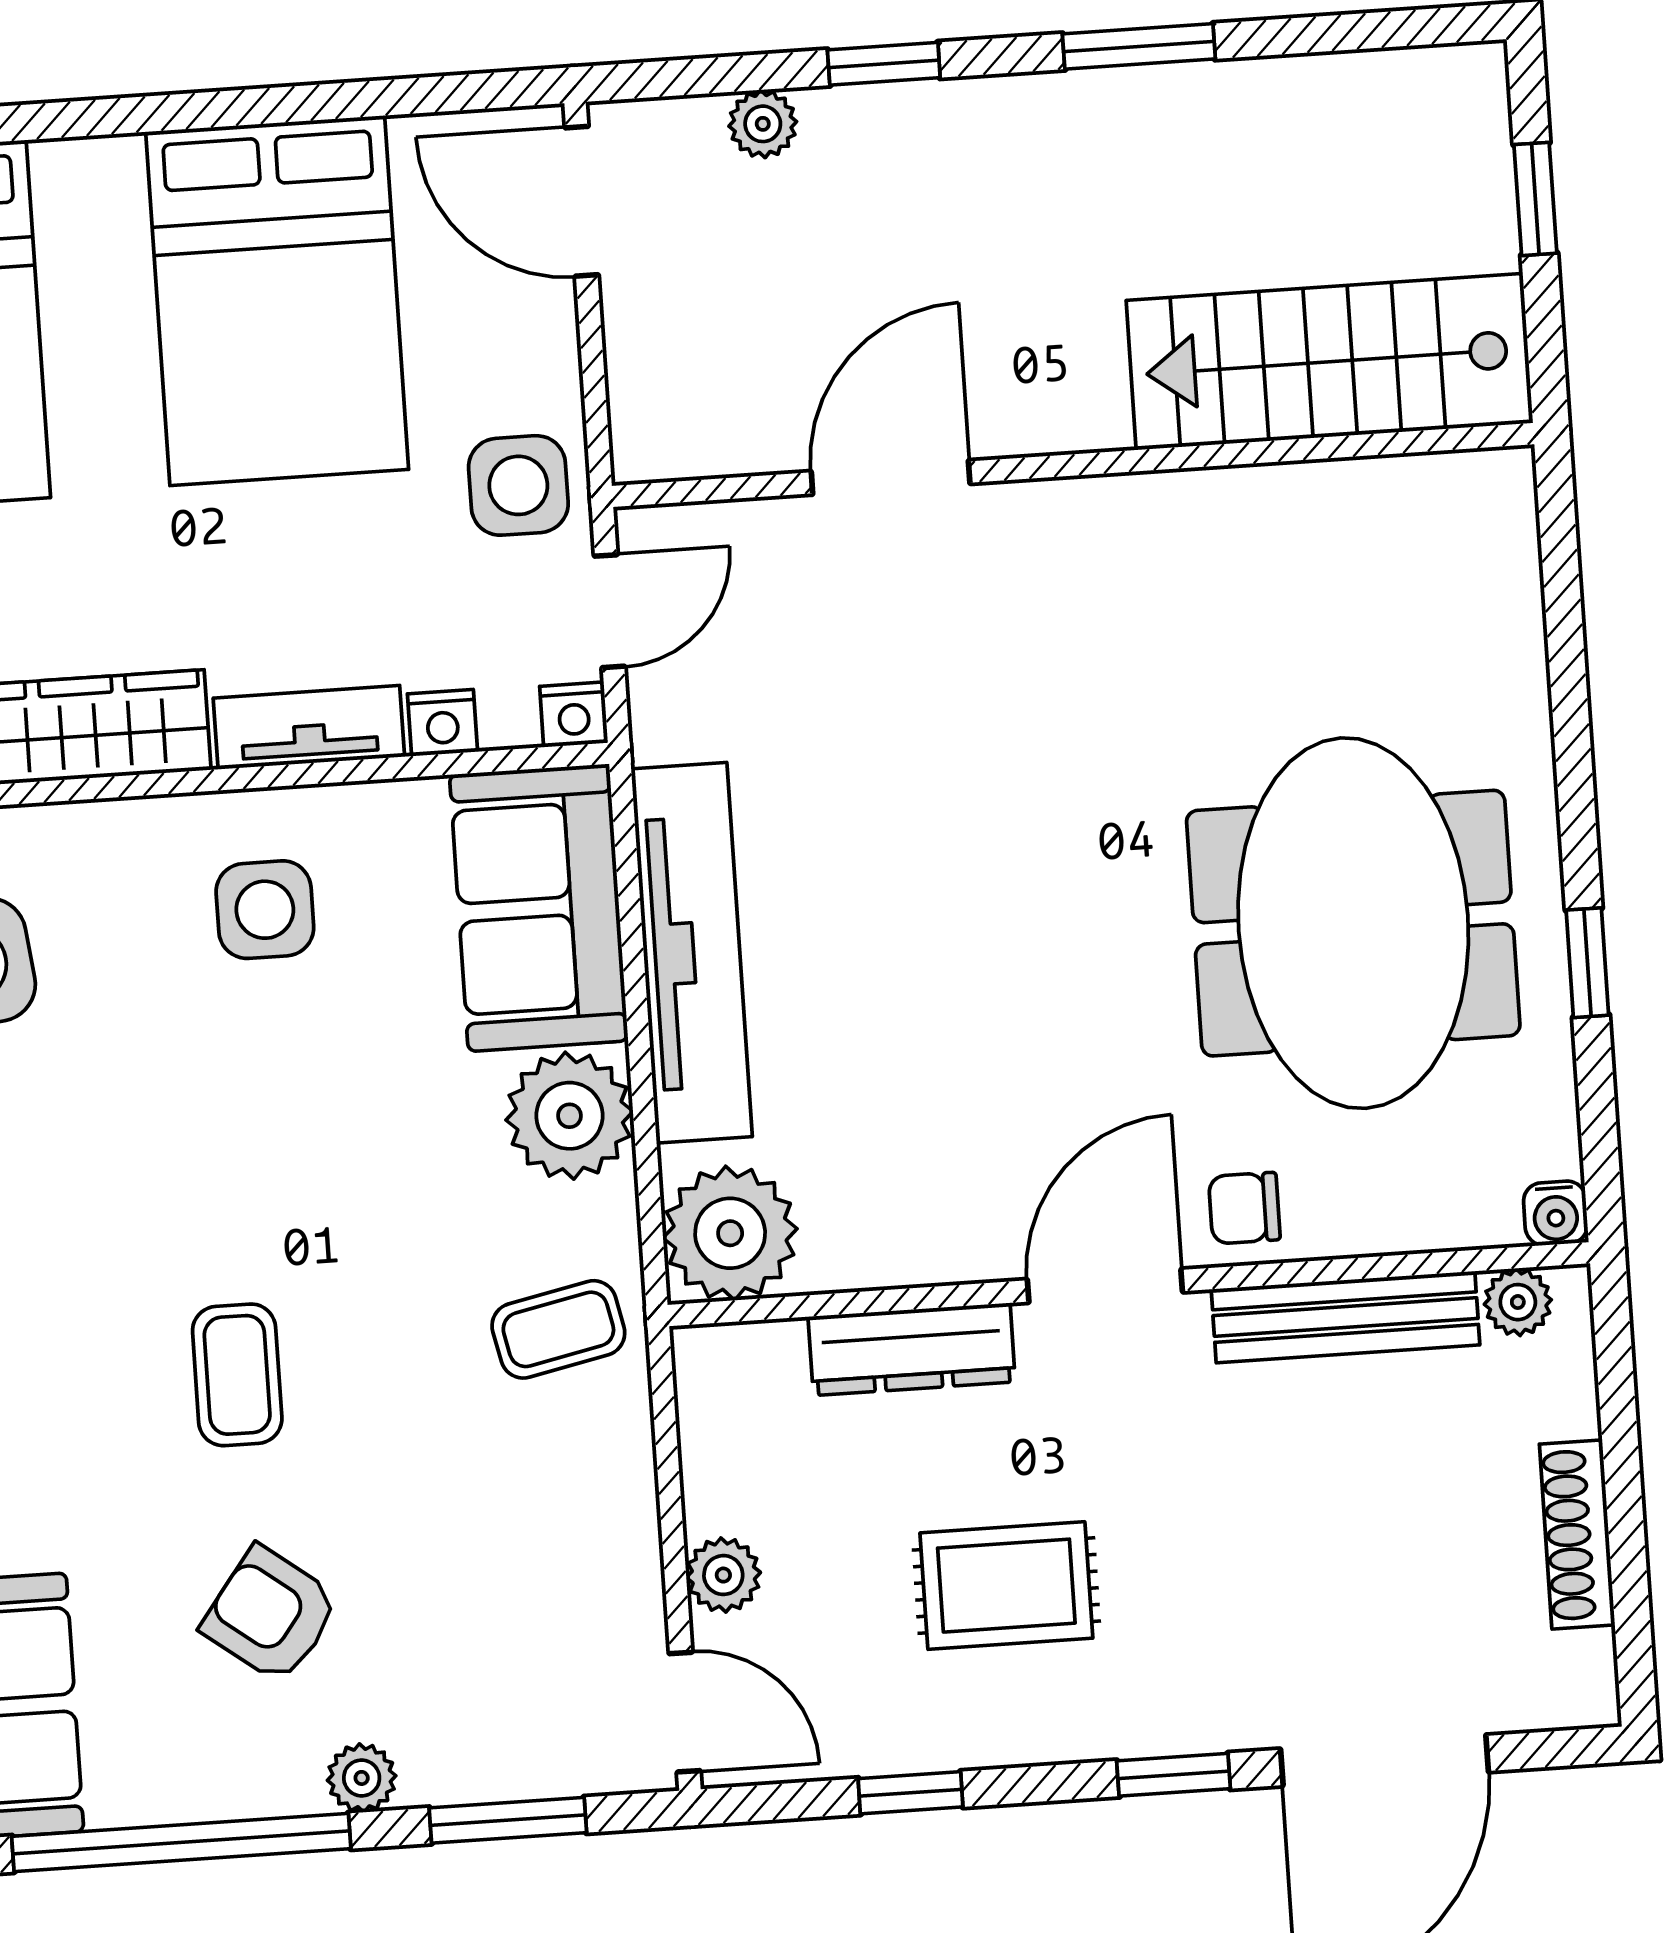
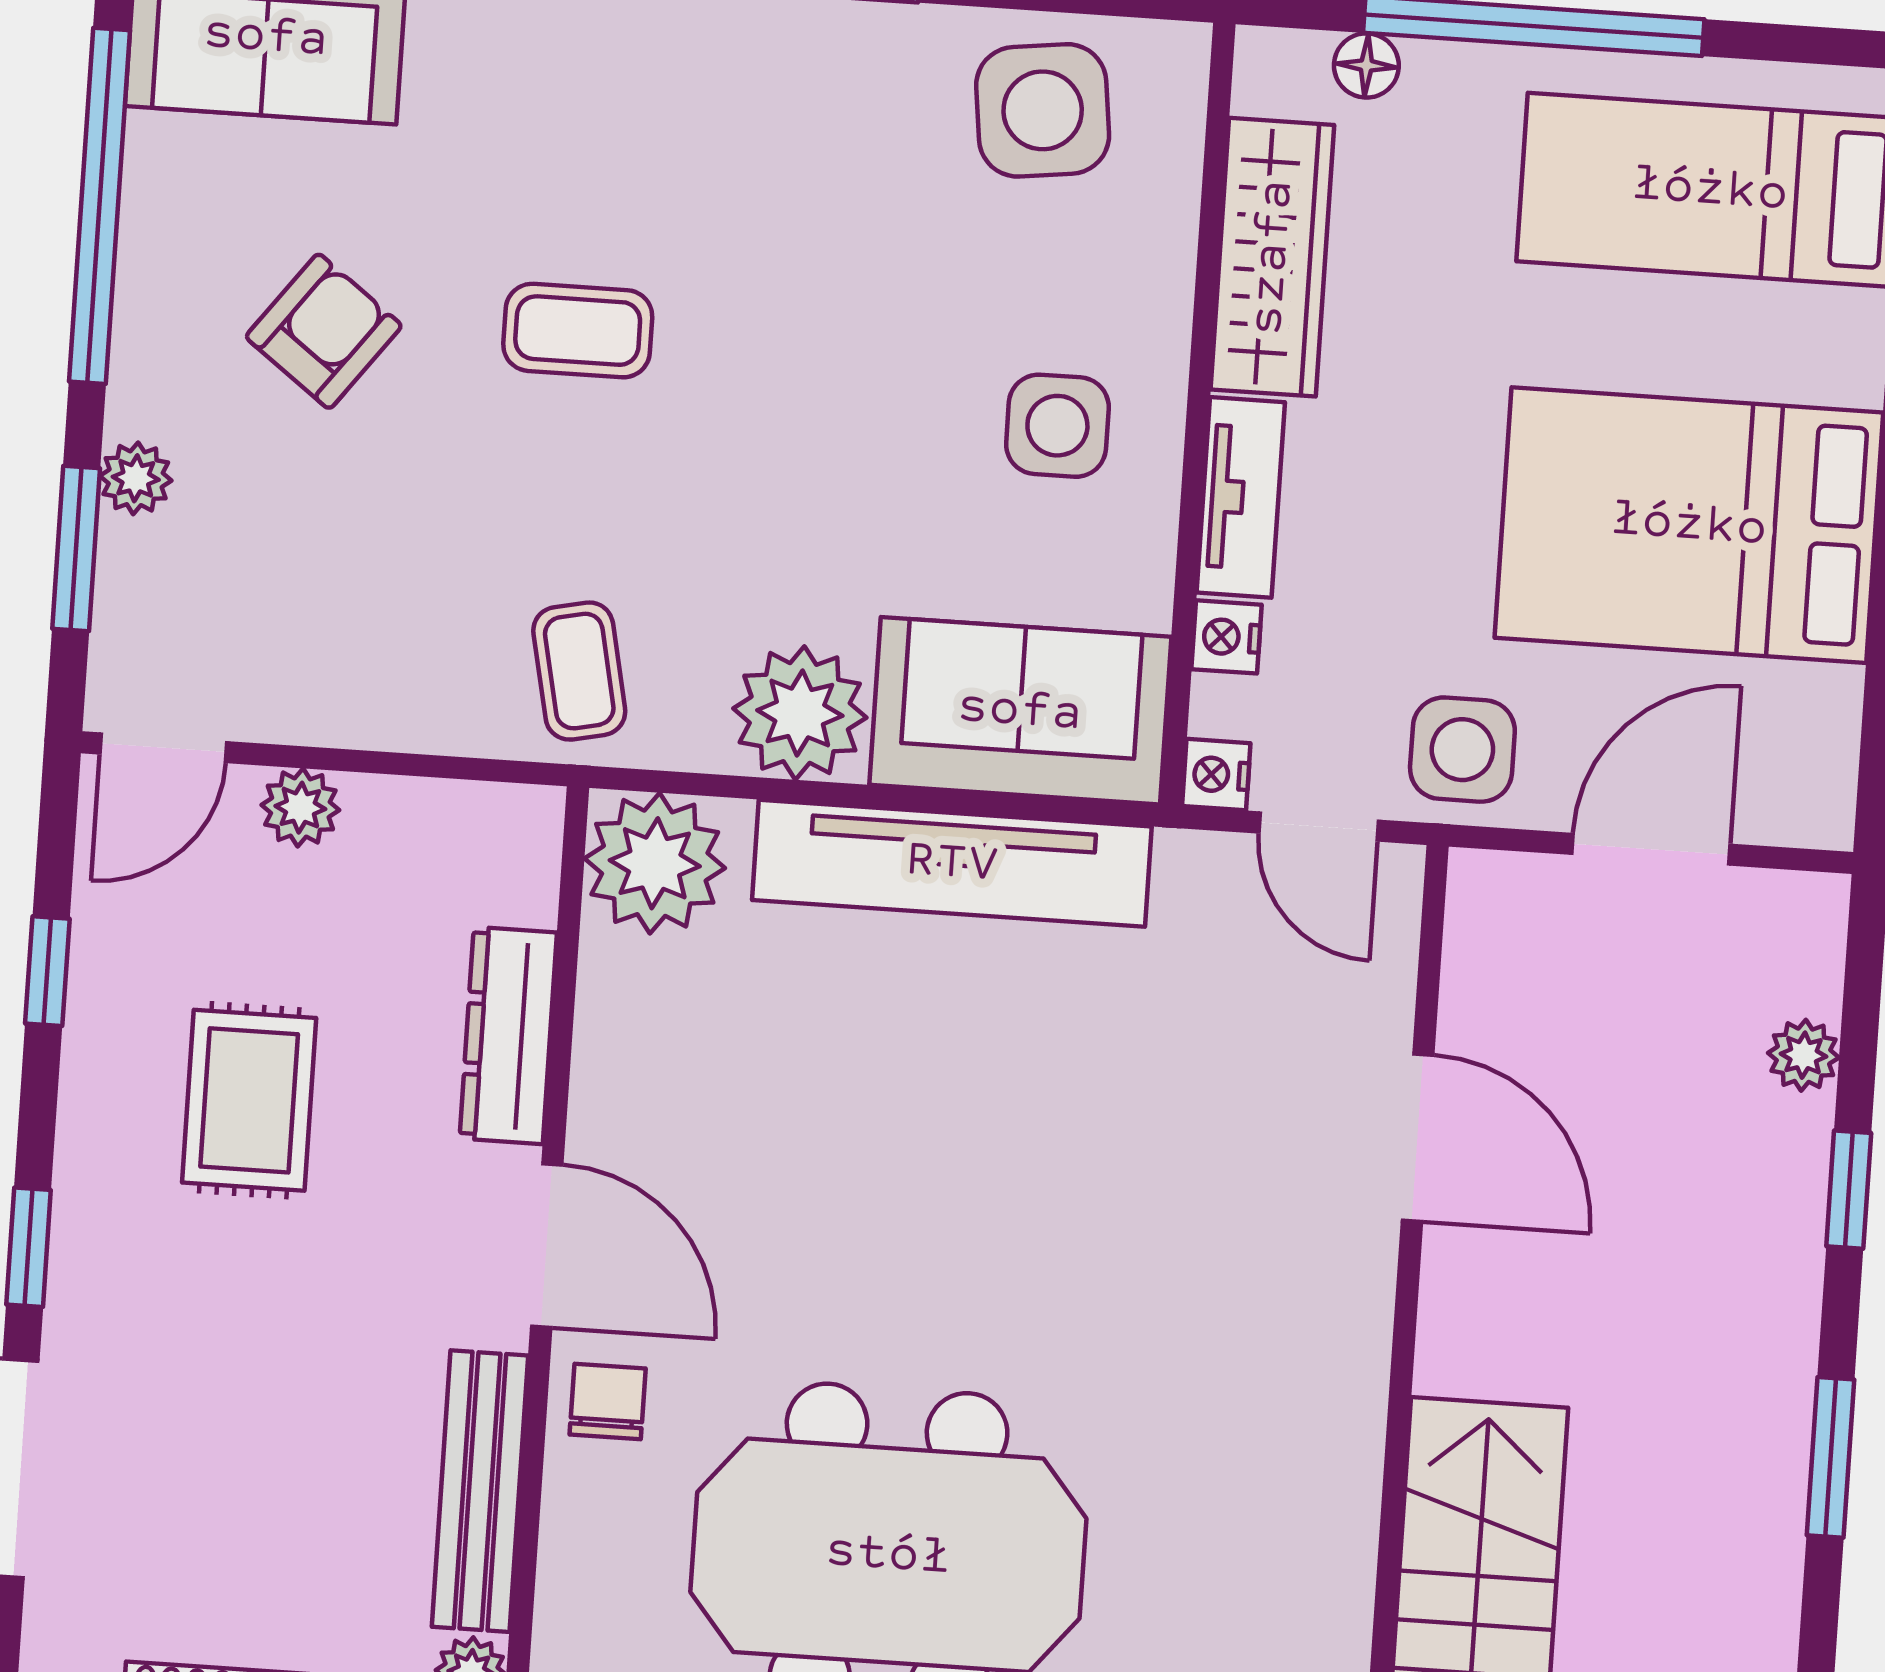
door: (582, 201) -> (1651, 849), moved
plant: (362, 1778) -> (136, 478), moved

